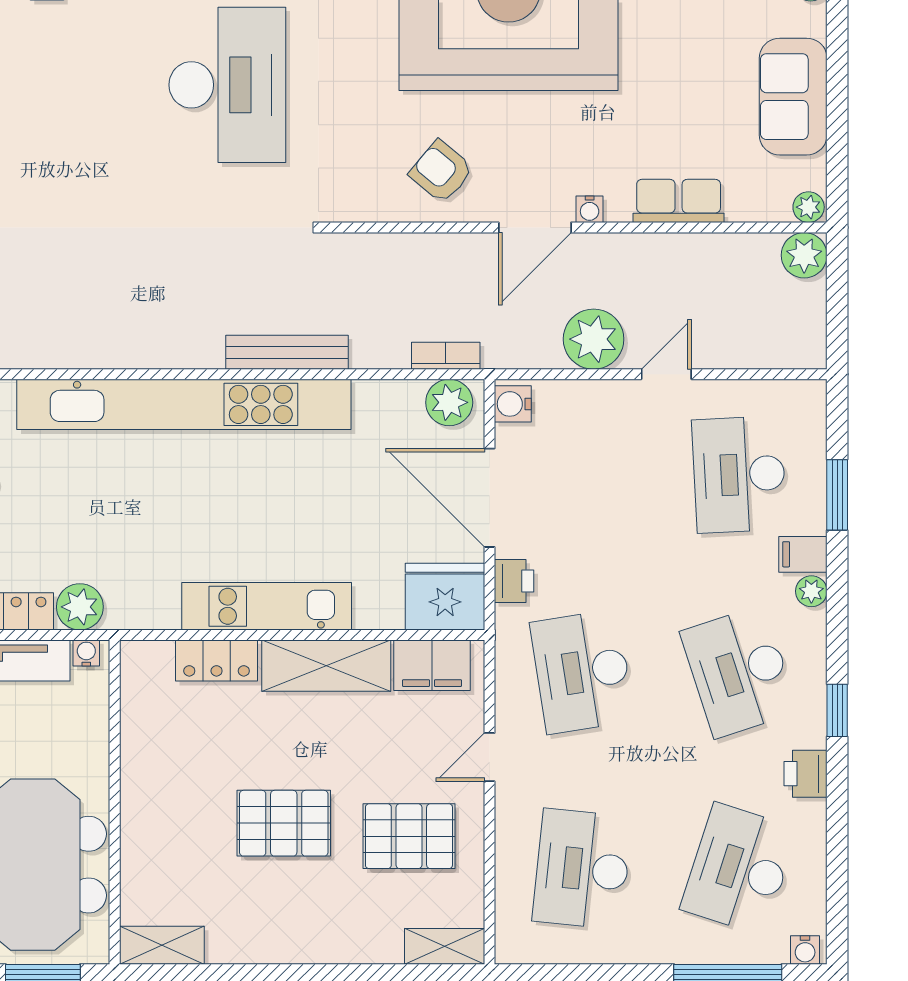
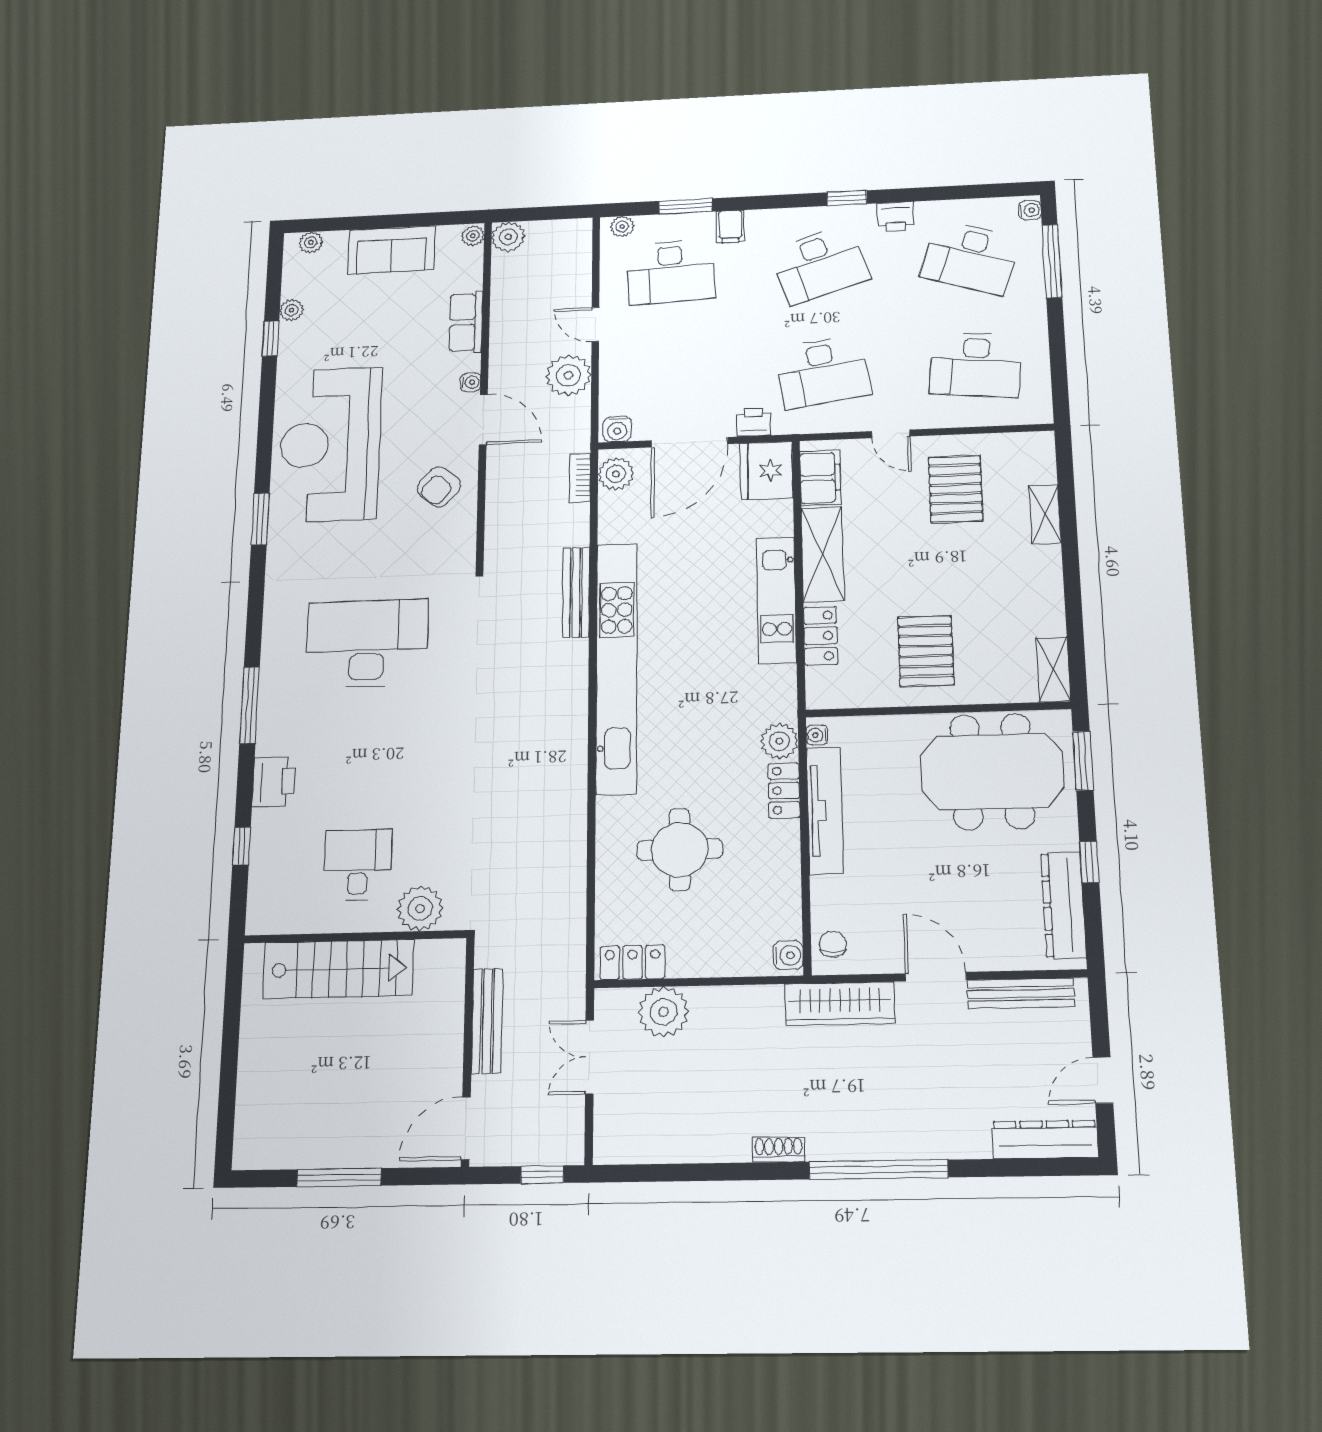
plant: (811, 591) -> (622, 226), moved
pallet: (284, 823) -> (926, 651), moved
shelving: (445, 946) -> (1045, 514), moved

